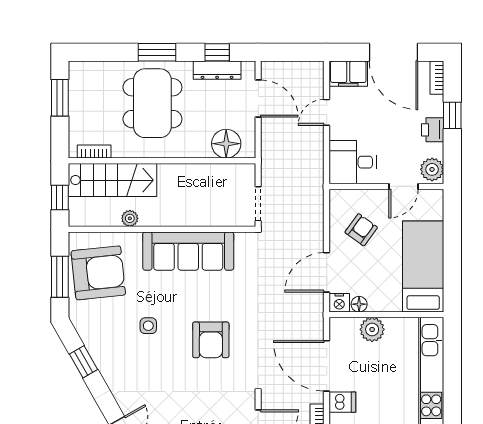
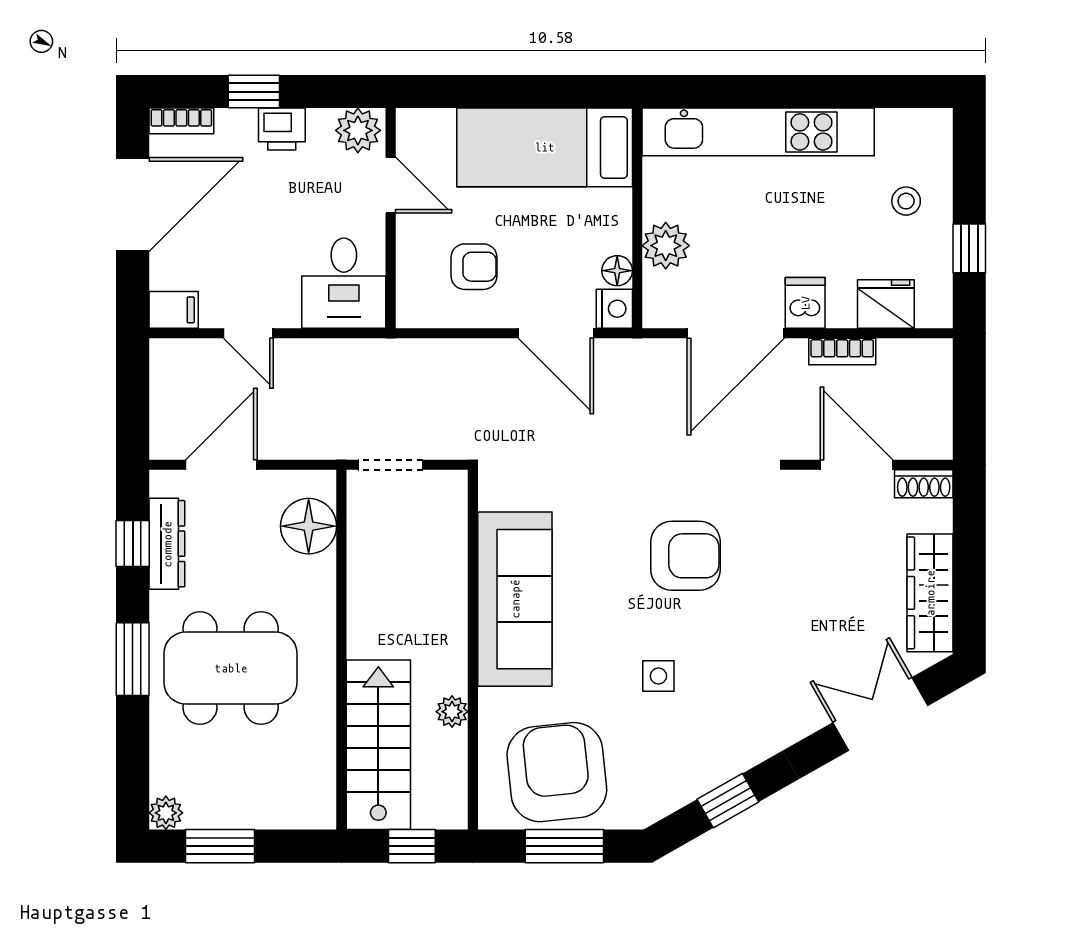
plant: (77, 70) -> (166, 813), added
filing cabinet: (348, 74) -> (174, 310), width x0.50
bookcase: (94, 152) -> (323, 780), removed
doorway: (258, 204) -> (390, 465), moved
armchair: (361, 230) -> (474, 267), turned 144

